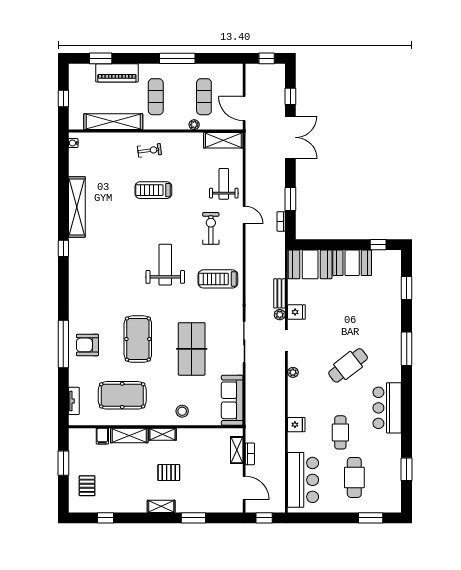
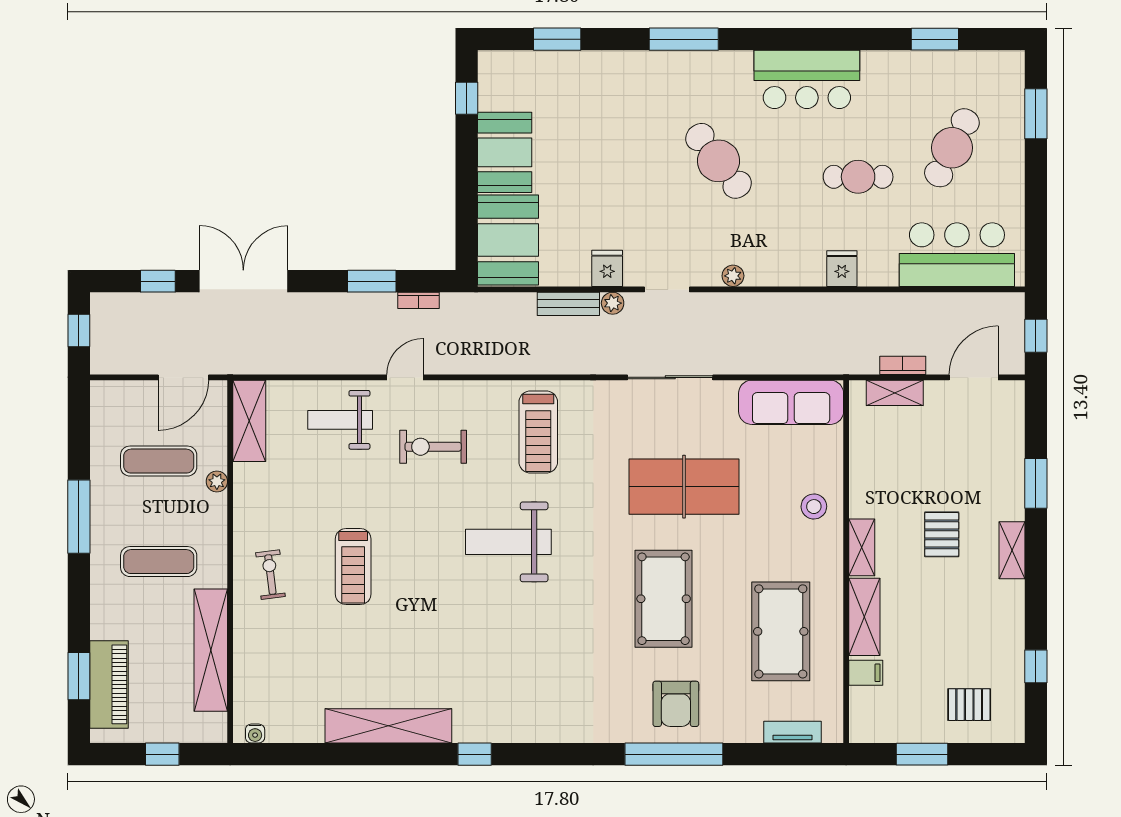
piano: (117, 73) -> (109, 684), moved
pool table: (138, 339) -> (664, 599), turned 90
cafe table: (354, 477) -> (952, 148), turned -63

